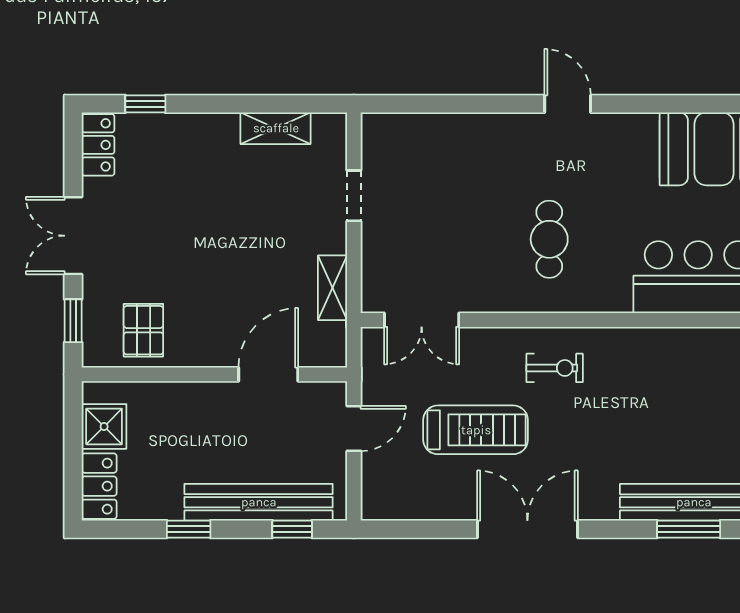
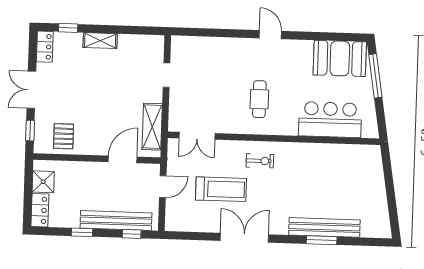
shelving: (276, 128) -> (100, 41), moved
shelving: (333, 288) -> (152, 127), width x1.50, depth x1.33

